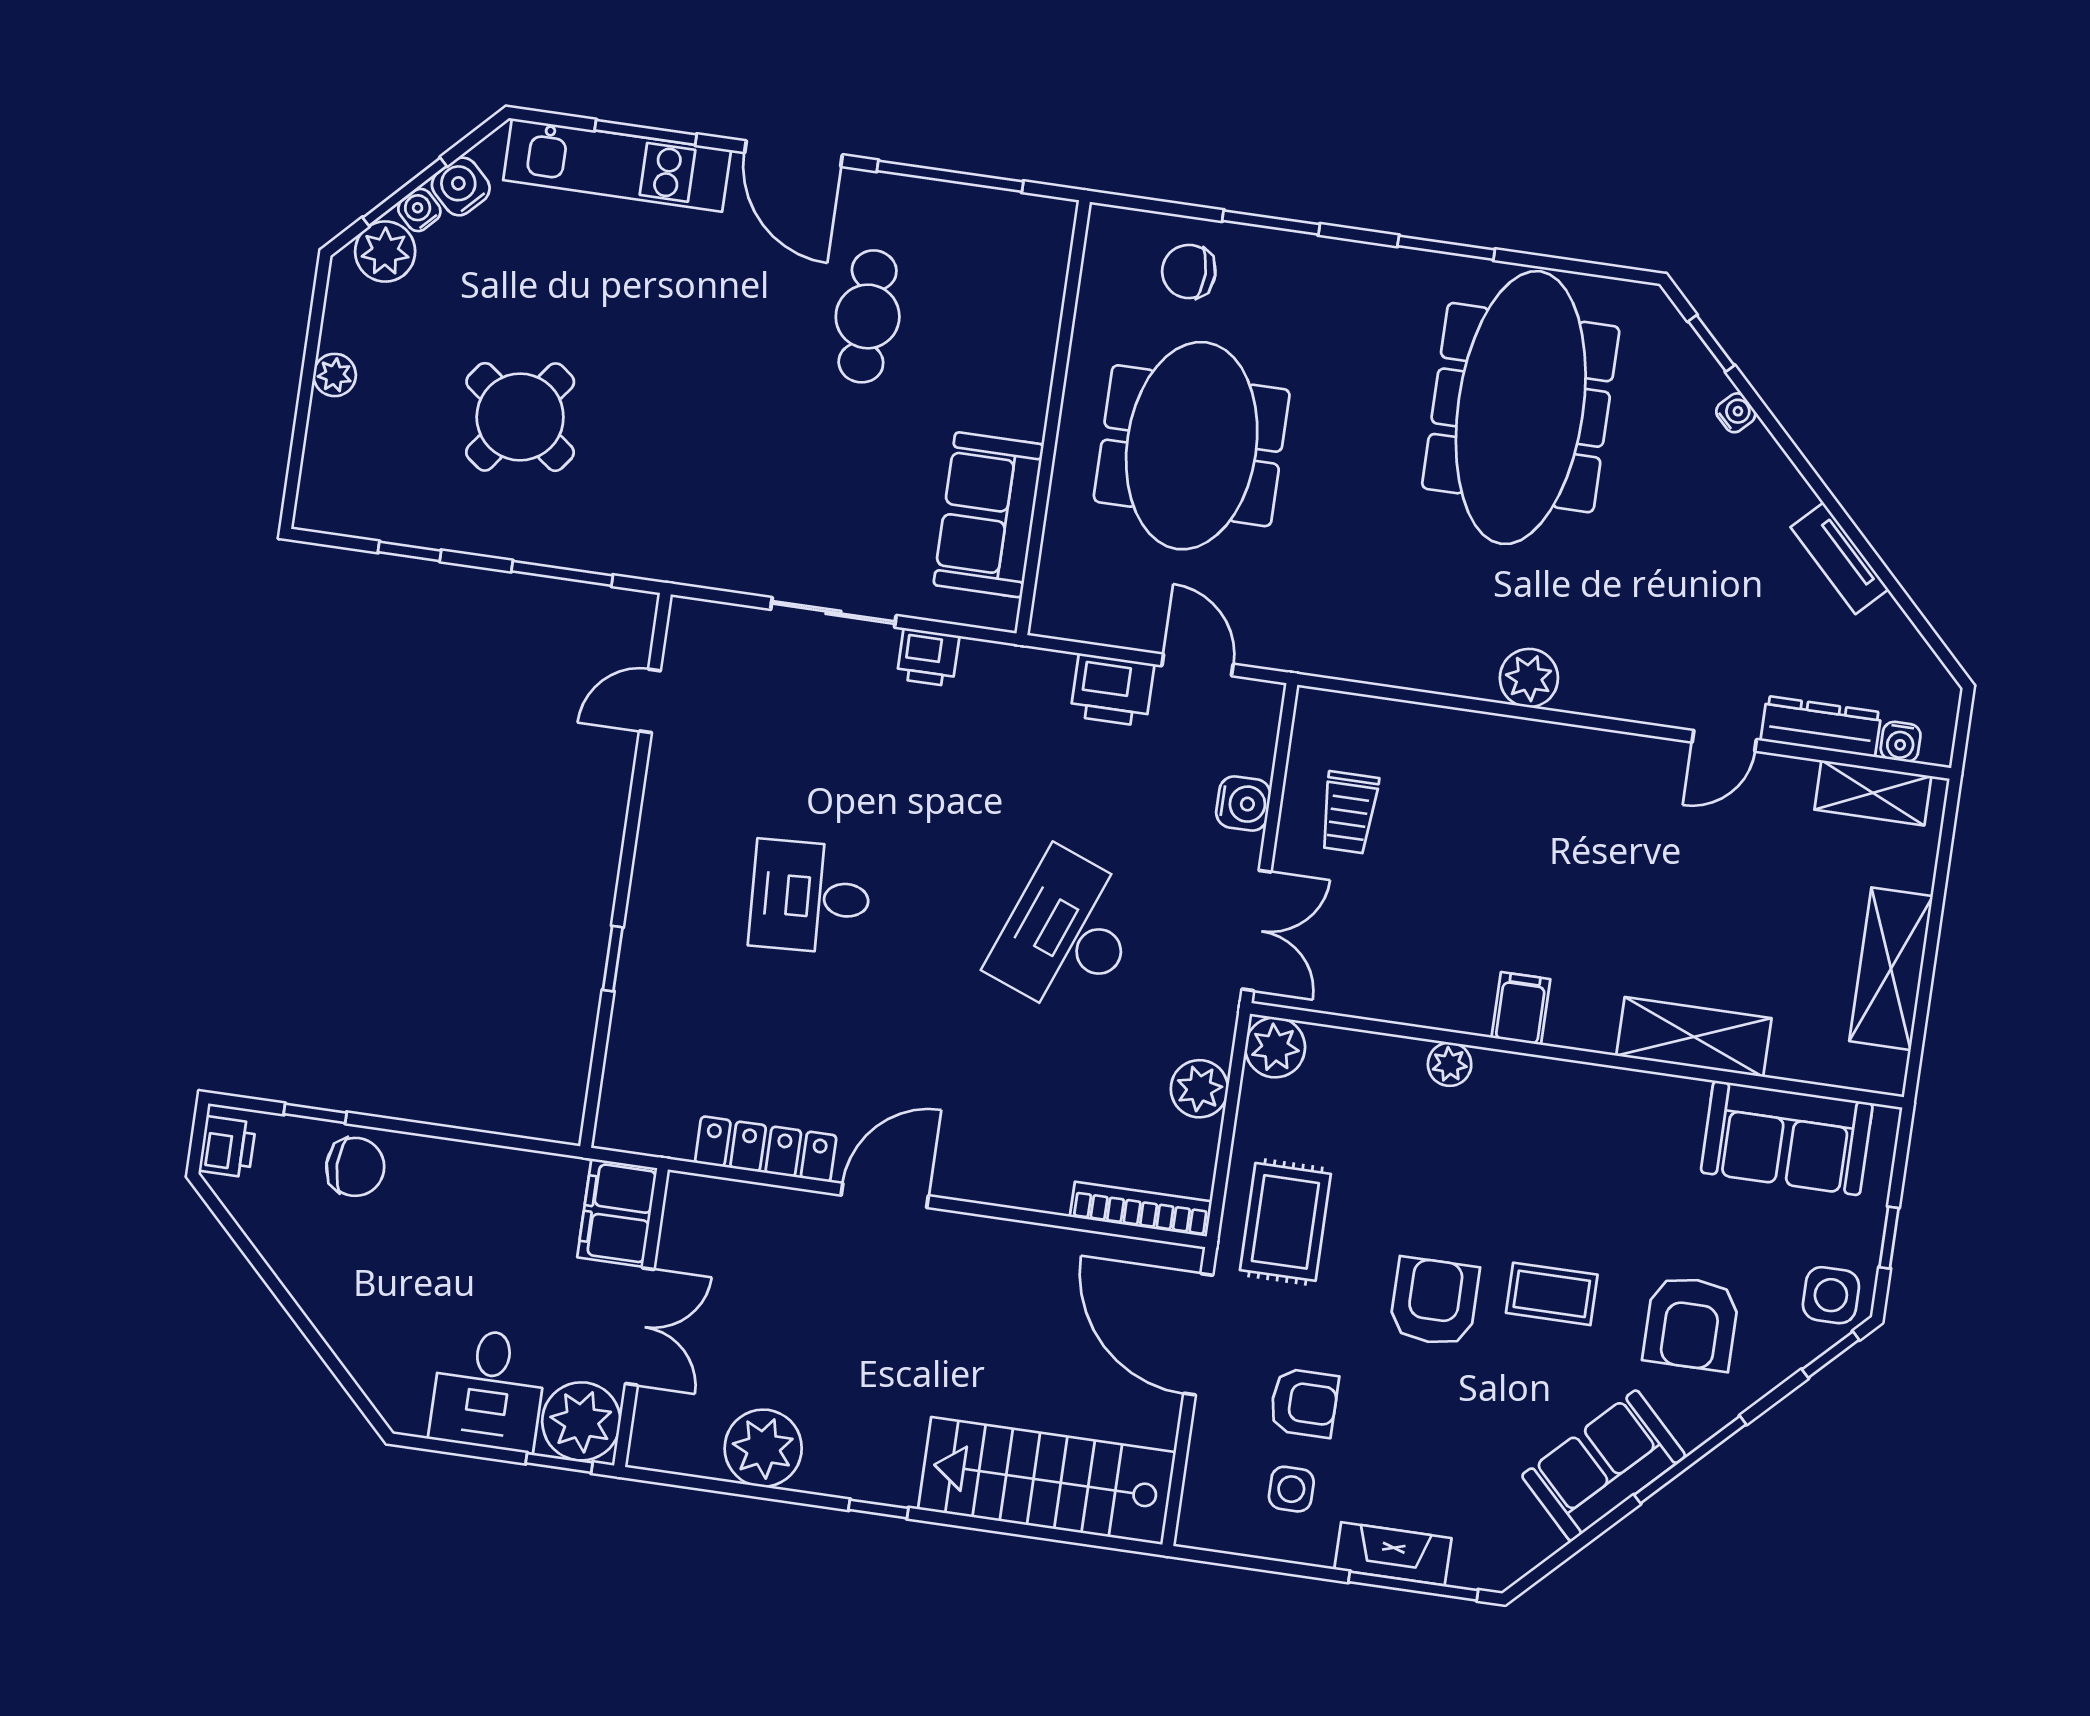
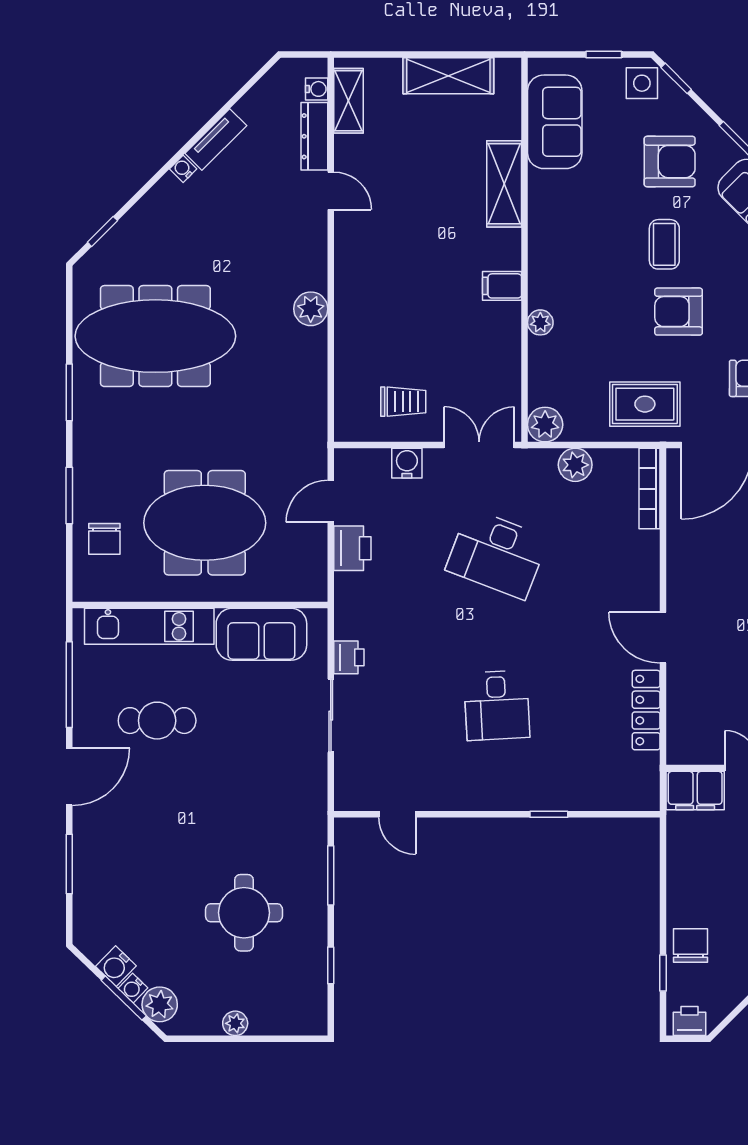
kitchen unit: (617, 165) -> (149, 626), moved, turned 90
water cooler: (1736, 413) -> (183, 169), moved
round table: (520, 417) -> (244, 913), turned -37

